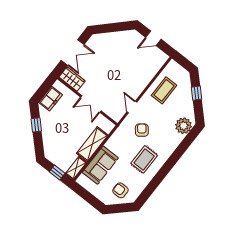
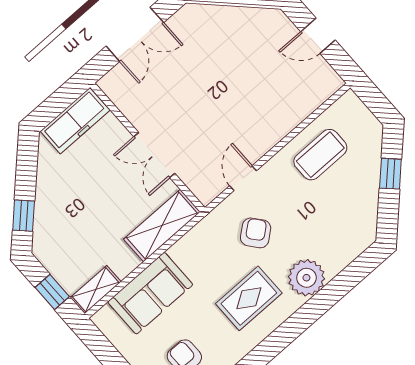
wardrobe: (72, 79) -> (123, 92), removed
freezer: (51, 99) -> (75, 121), width x1.40
window: (36, 125) -> (24, 216), moved
plant: (184, 126) -> (306, 278), moved
shelving: (92, 144) -> (162, 226), moved

